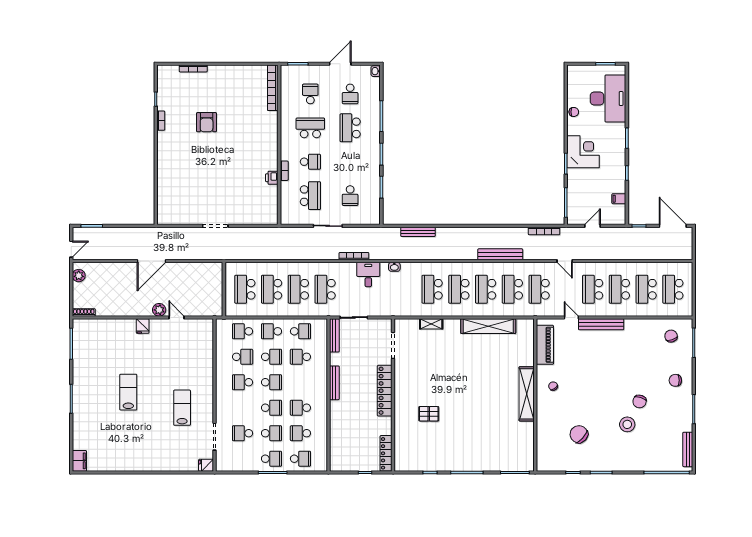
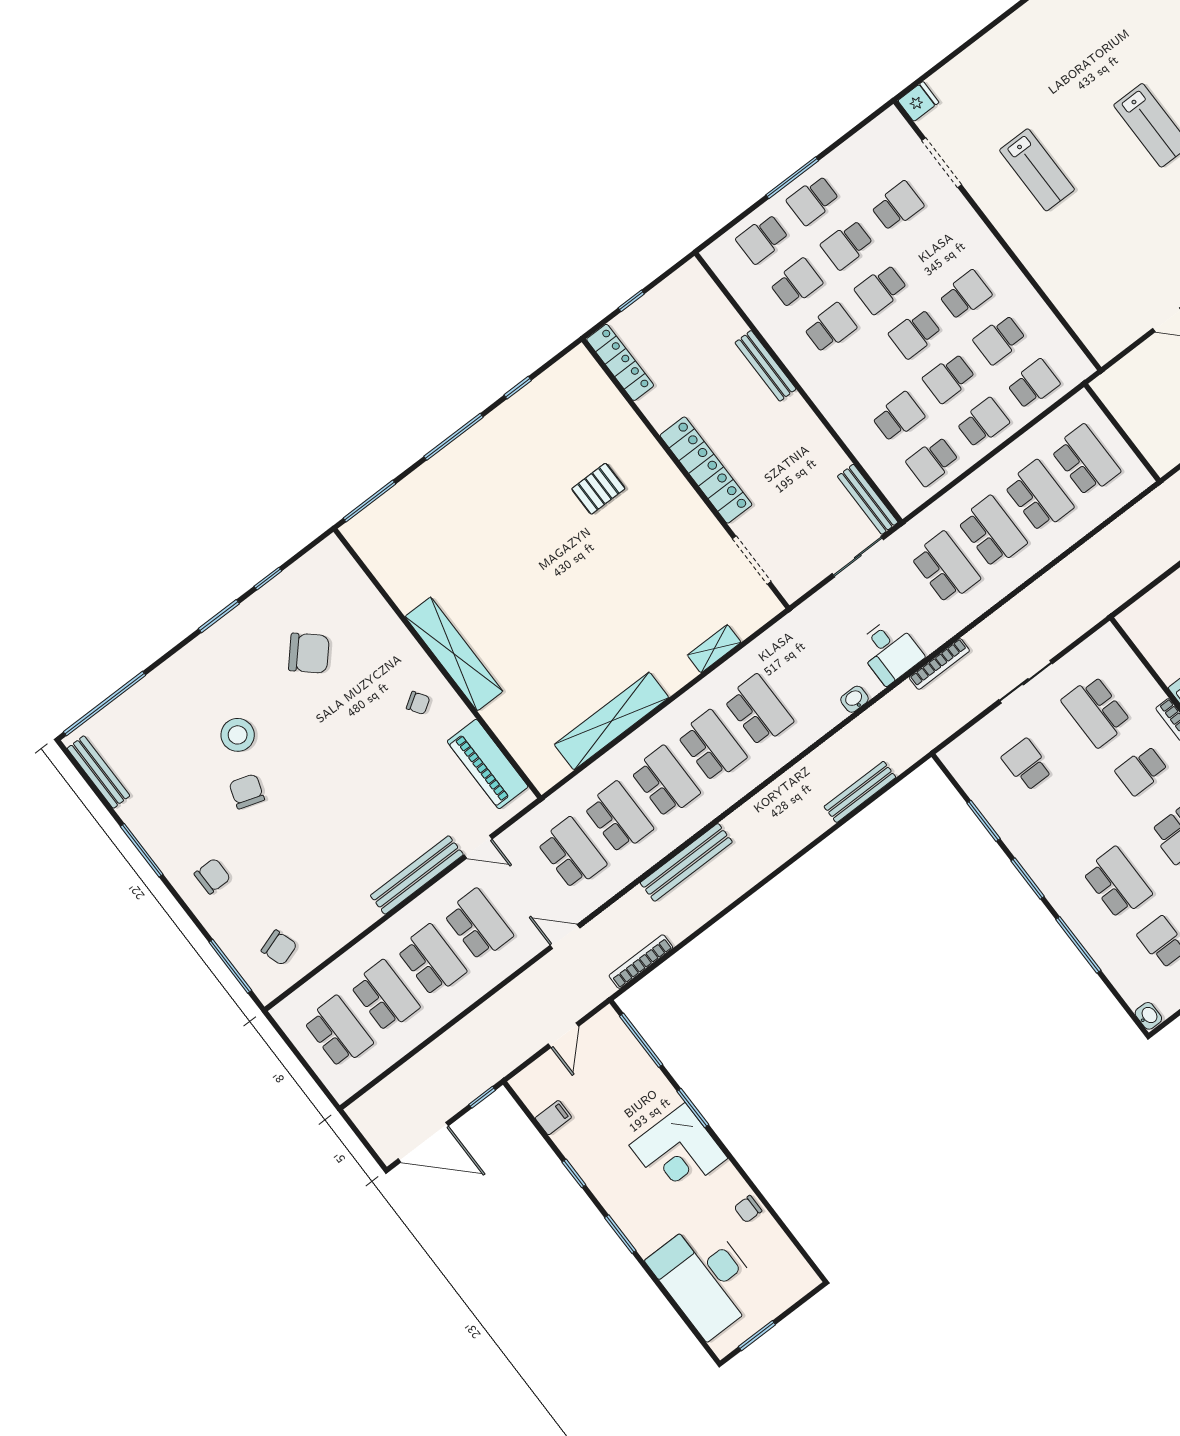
bench: (334, 383) -> (765, 366), moved

